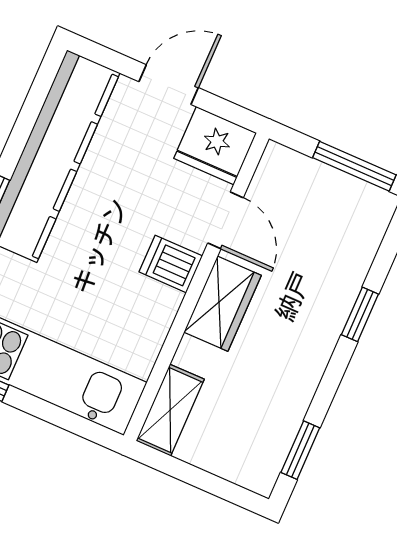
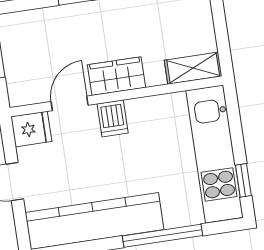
fridge: (215, 146) -> (31, 129), width x0.72

